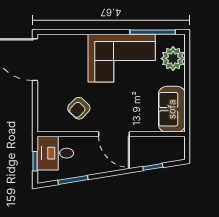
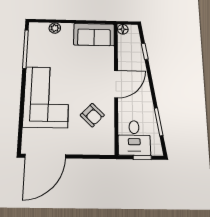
corner sofa: (122, 58) -> (46, 97), moved
plant: (173, 59) -> (55, 28), width x0.53, depth x0.53
floor lamp: (179, 142) -> (123, 29), added

